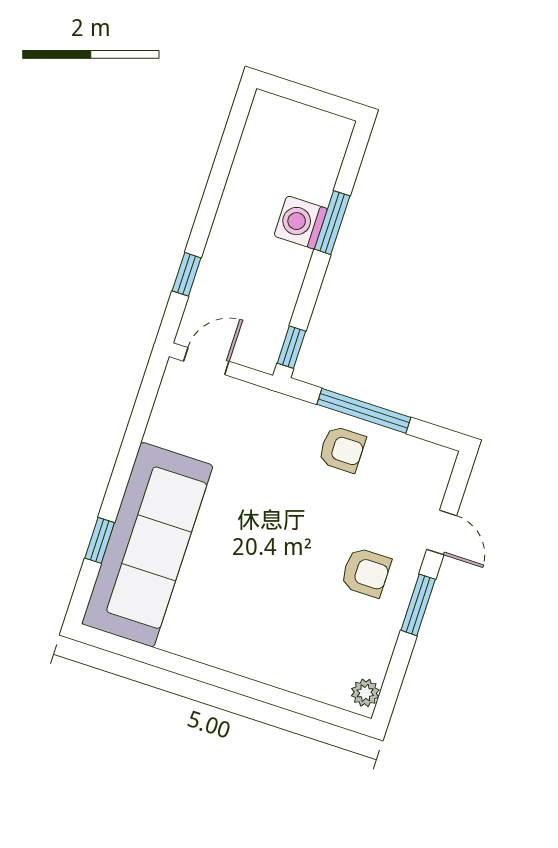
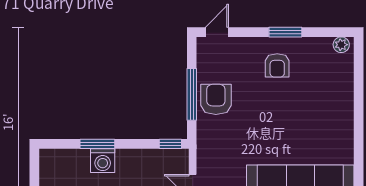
armchair: (342, 449) -> (216, 99), width x1.38, depth x1.38
door: (442, 533) -> (217, 32), moved
armchair: (366, 572) -> (277, 65), turned 180

